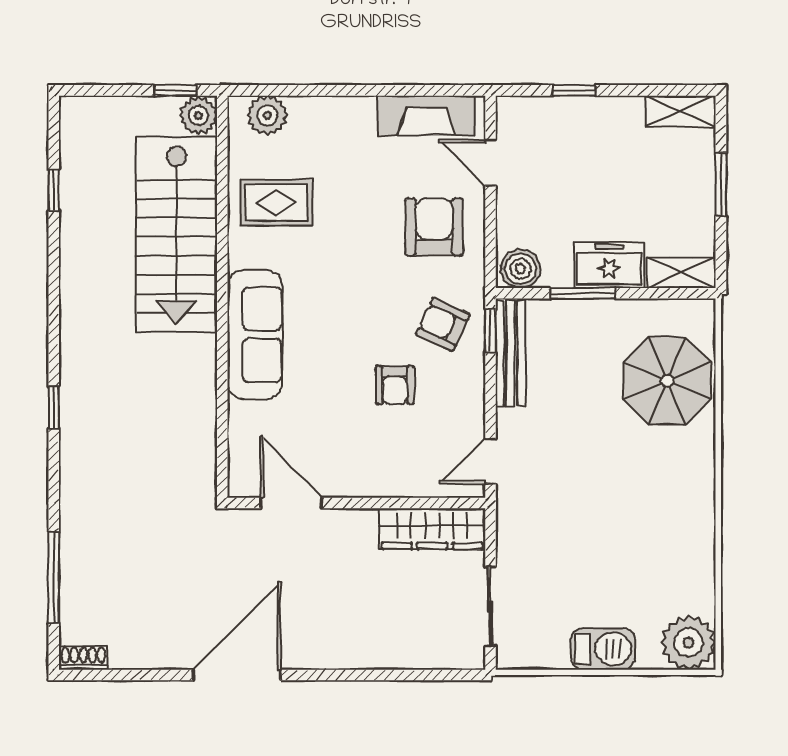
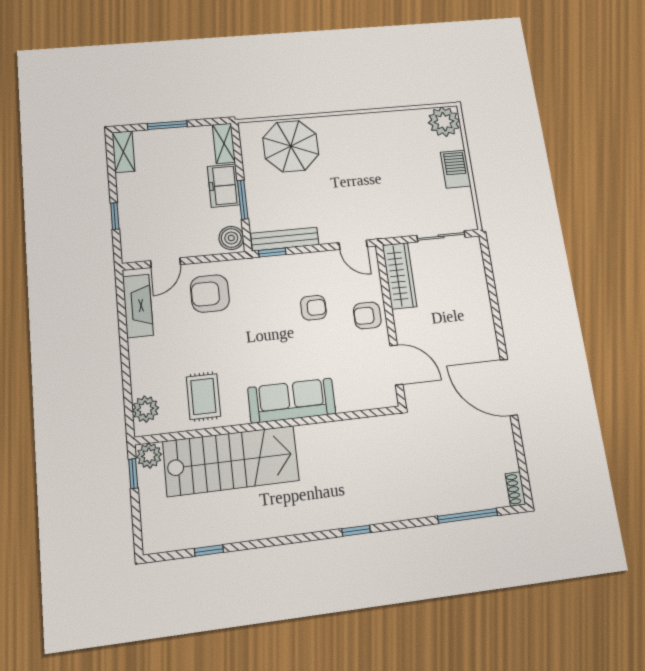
armchair: (443, 324) -> (367, 315), moved, turned 65
door: (291, 503) -> (396, 365), swing flipped

